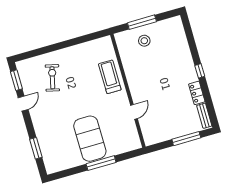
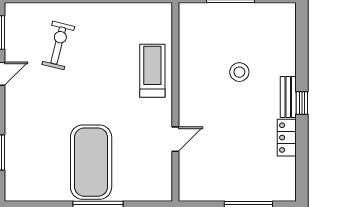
stool: (144, 41) -> (239, 72), moved
bench: (204, 116) -> (288, 97), moved

